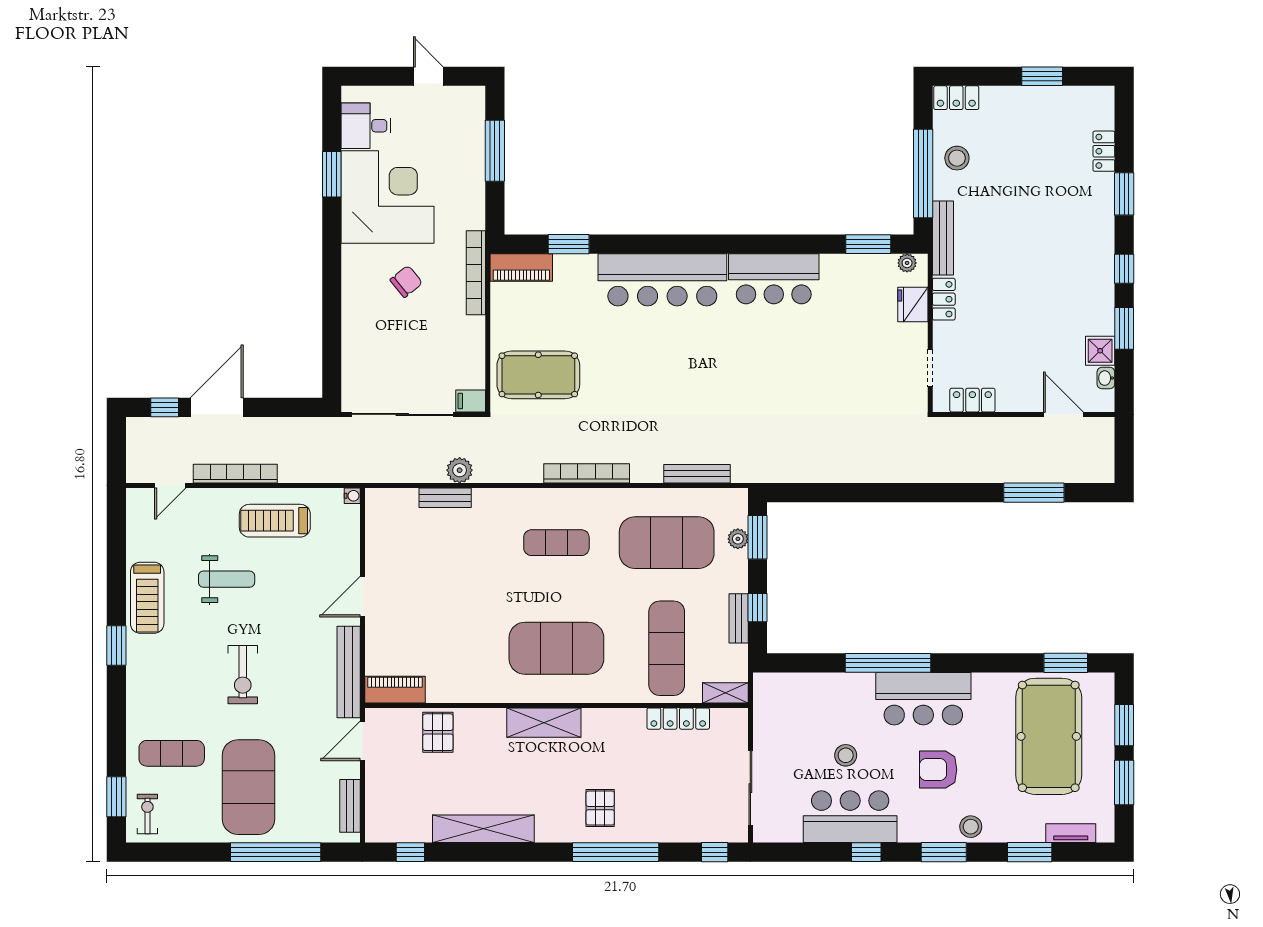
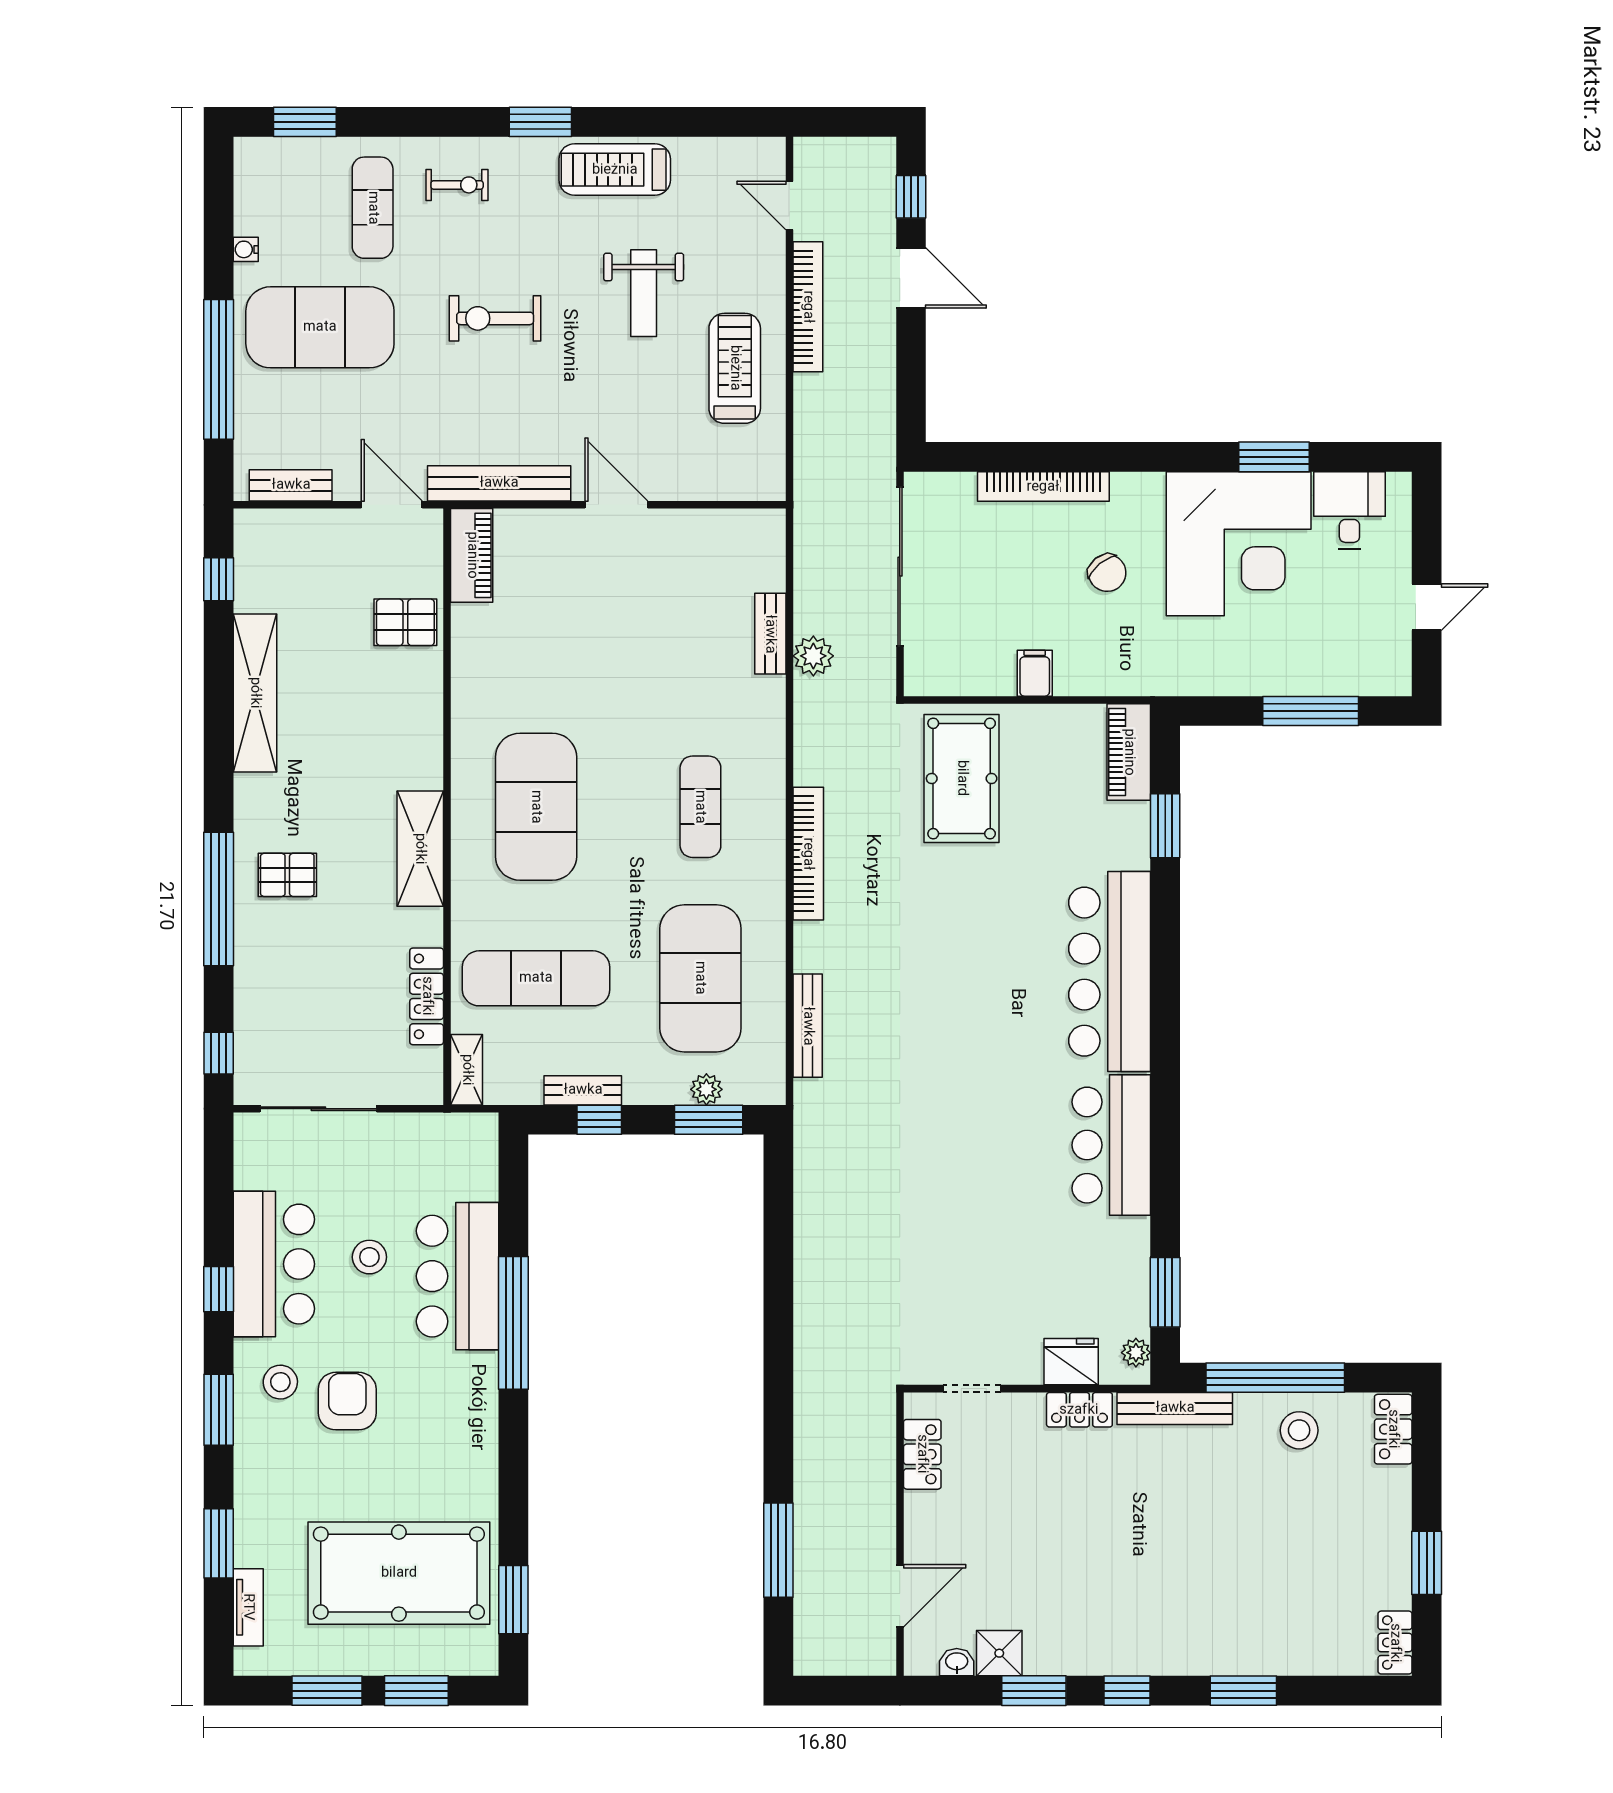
locker: (1104, 151) -> (1395, 1643), moved, turned -90
bookcase: (476, 273) -> (1043, 487), moved, turned 180
filing cabinet: (471, 401) -> (1035, 673), moved
door: (217, 407) -> (911, 278), width x0.73
water cooler: (352, 496) -> (246, 249), moved, turned 90
bar counter: (923, 699) -> (458, 1276), moved
shelving: (544, 723) -> (420, 849), moved
exercise bike: (147, 814) -> (457, 185), moved
stool: (971, 827) -> (280, 1382), moved

